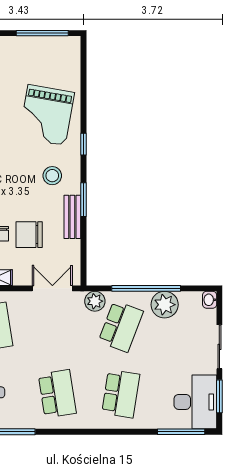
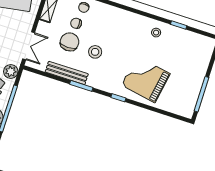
stool: (52, 176) -> (95, 52), moved
bench: (72, 217) -> (67, 73), width x1.36

